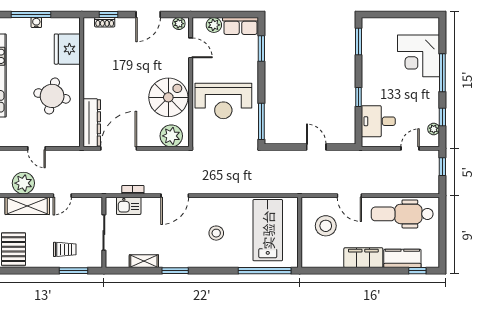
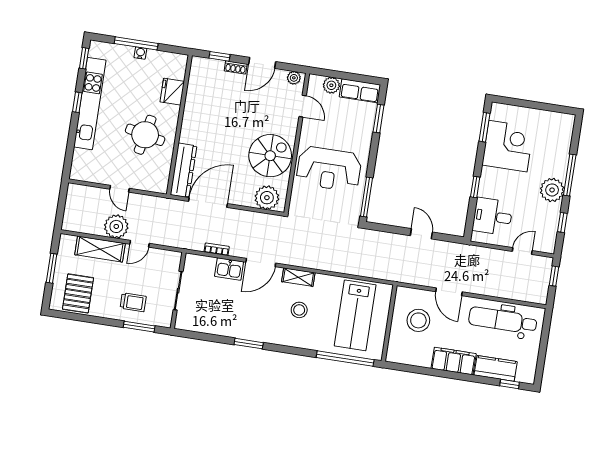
shoe rack: (105, 22) -> (236, 67), moved
fridge: (67, 49) -> (172, 92), width x0.73, depth x0.75
corner desk: (419, 56) -> (508, 146), moved, turned 180
plant: (434, 129) -> (552, 190), moved, width x1.88, depth x1.88
plant: (23, 183) -> (116, 226), moved
kitchen sink: (129, 206) -> (229, 269), moved
lab bench: (268, 230) -> (355, 315), turned 180
shelving: (144, 261) -> (298, 277), moved

